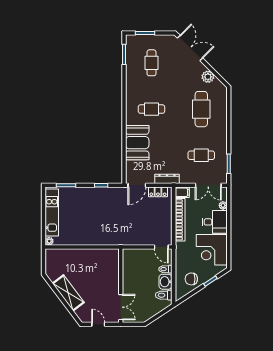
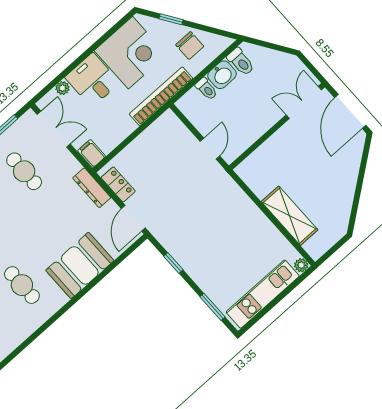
door: (137, 185) -> (133, 218), swing flipped
bookcase: (180, 220) -> (161, 96), moved
door: (161, 247) -> (210, 149), moved
shelving: (68, 293) -> (290, 216), moved, turned -53
door: (98, 324) -> (350, 111), width x1.88

